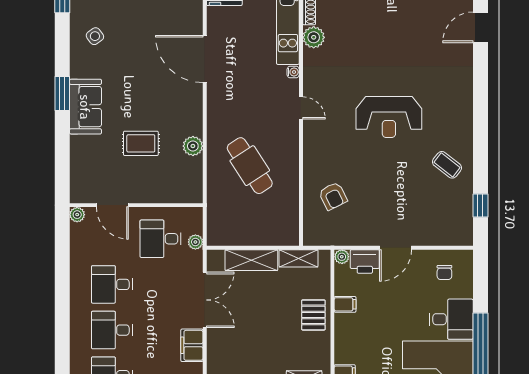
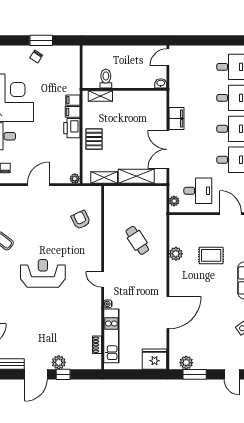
plant: (314, 37) -> (94, 327), removed
door: (205, 59) -> (168, 313), hinge flipped
cafe table: (250, 166) -> (137, 240), width x0.73, depth x0.74
plant: (195, 242) -> (174, 201), moved
printer: (365, 261) -> (72, 128), moved, turned -90
filing cabinet: (345, 304) -> (73, 112), moved

